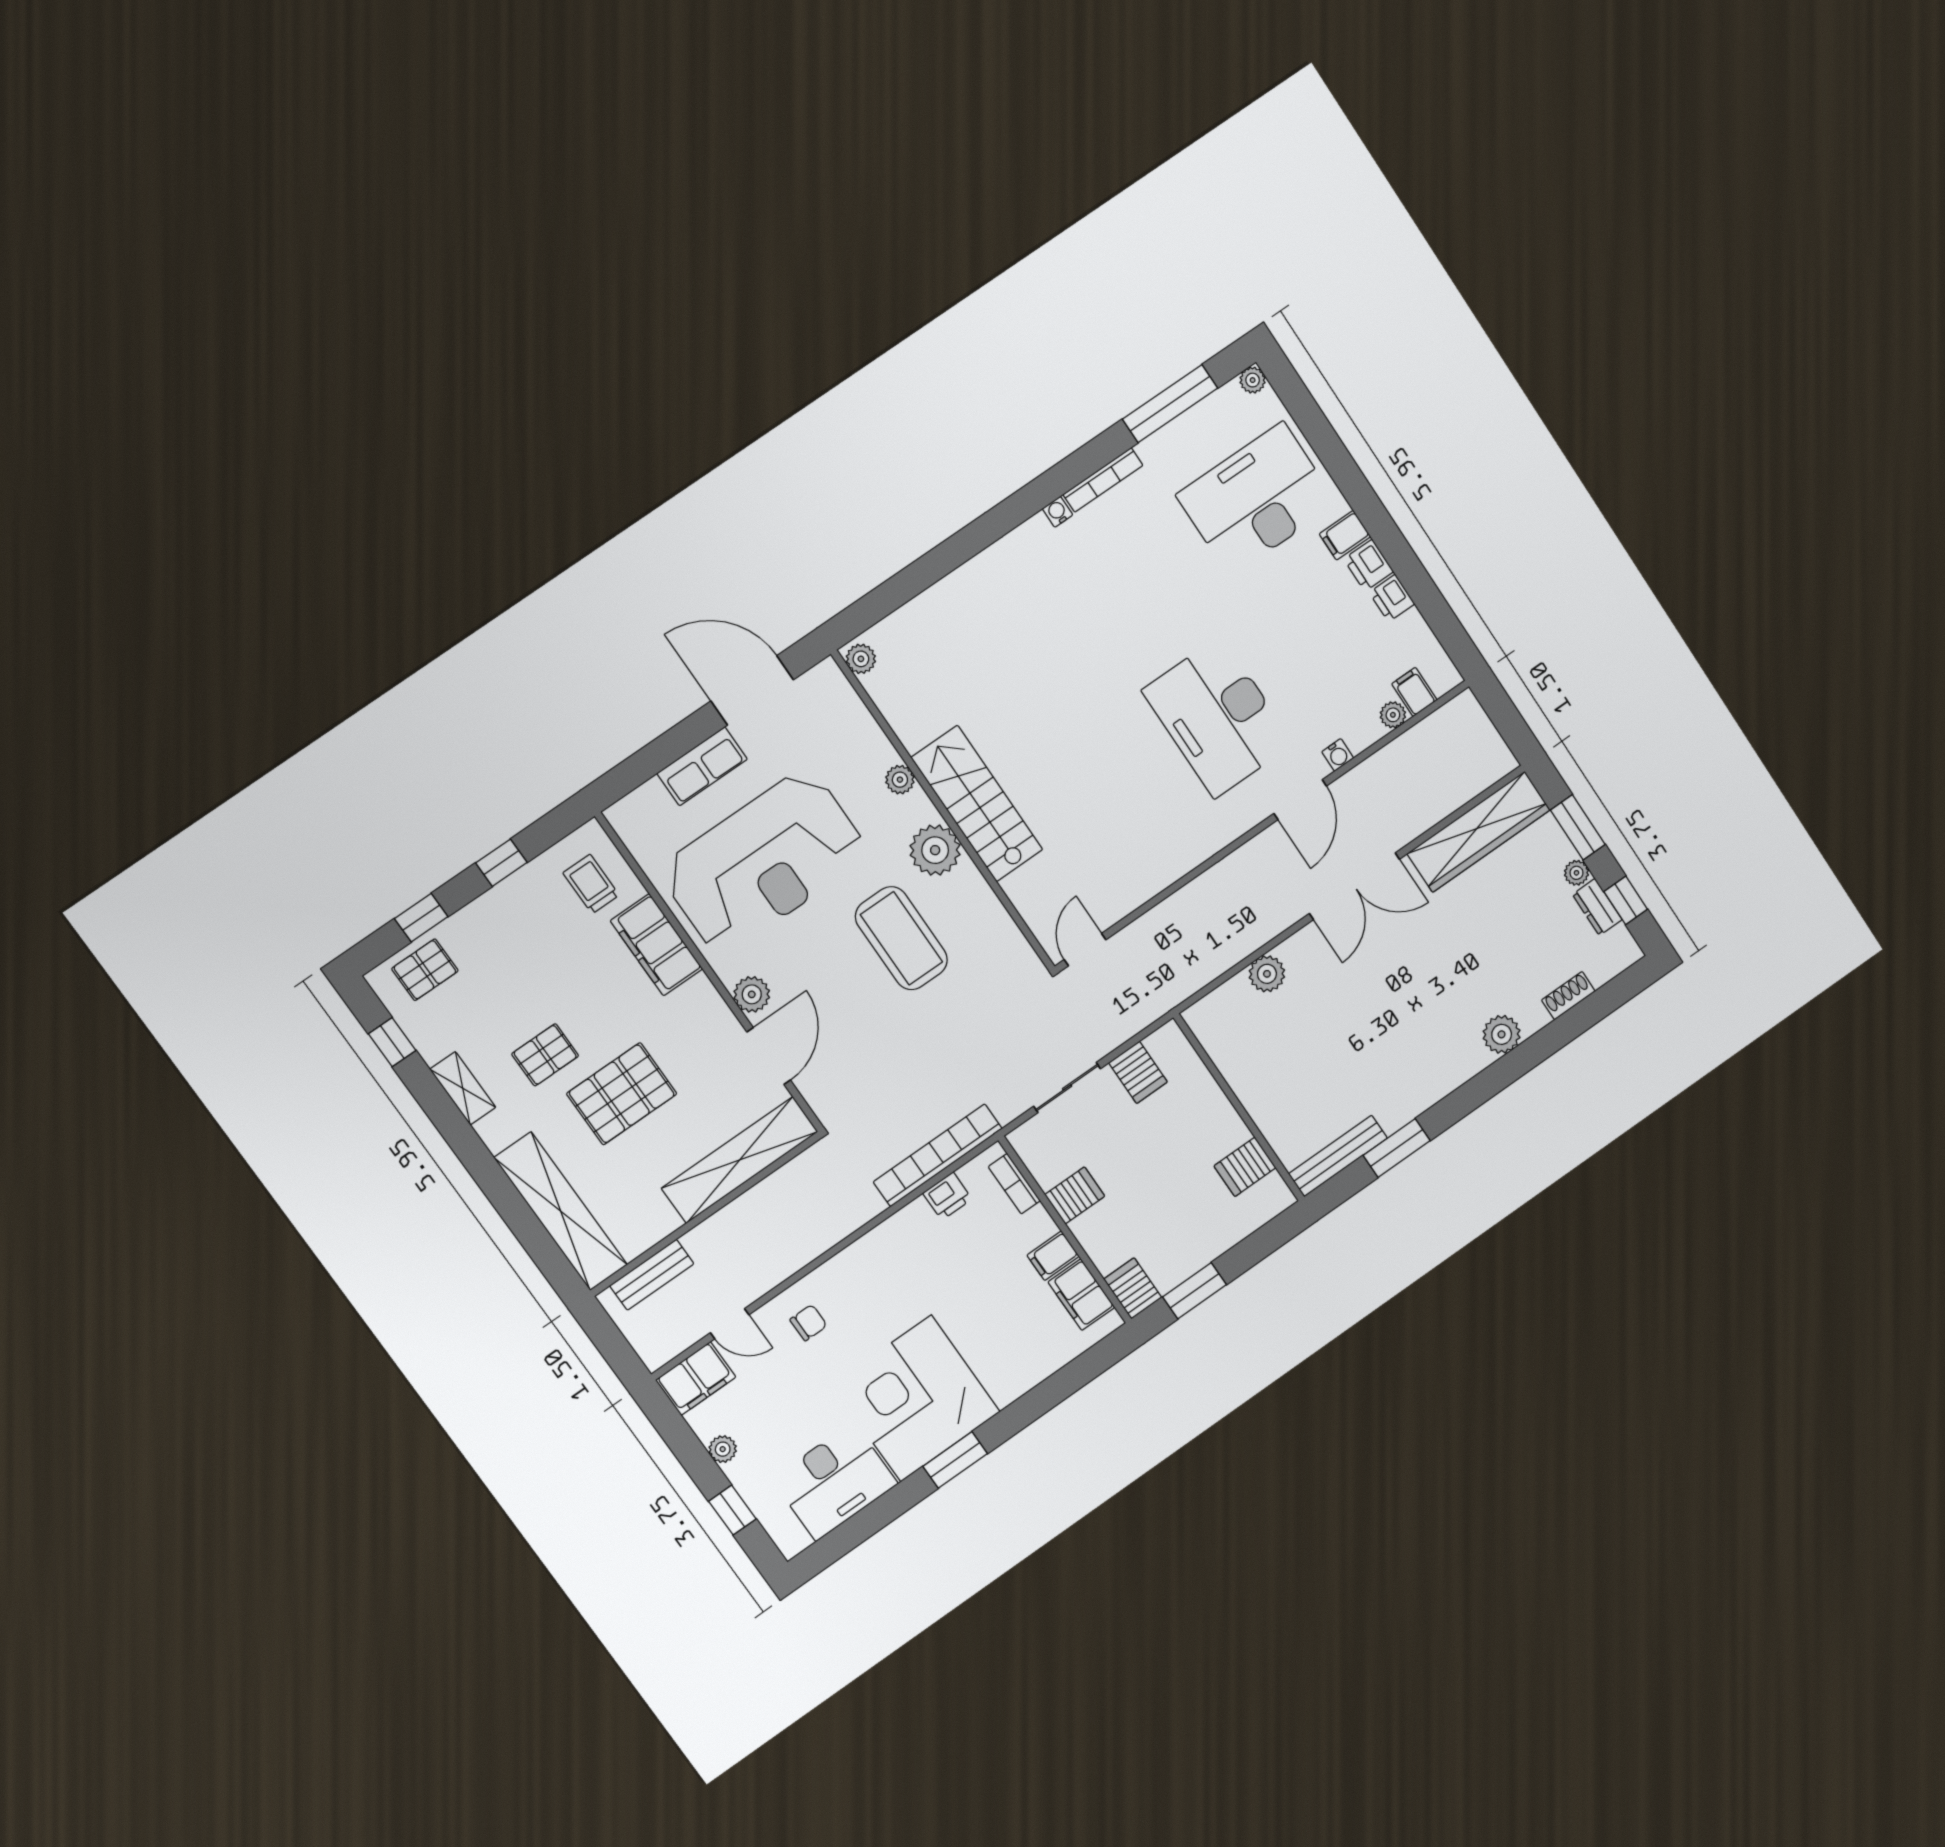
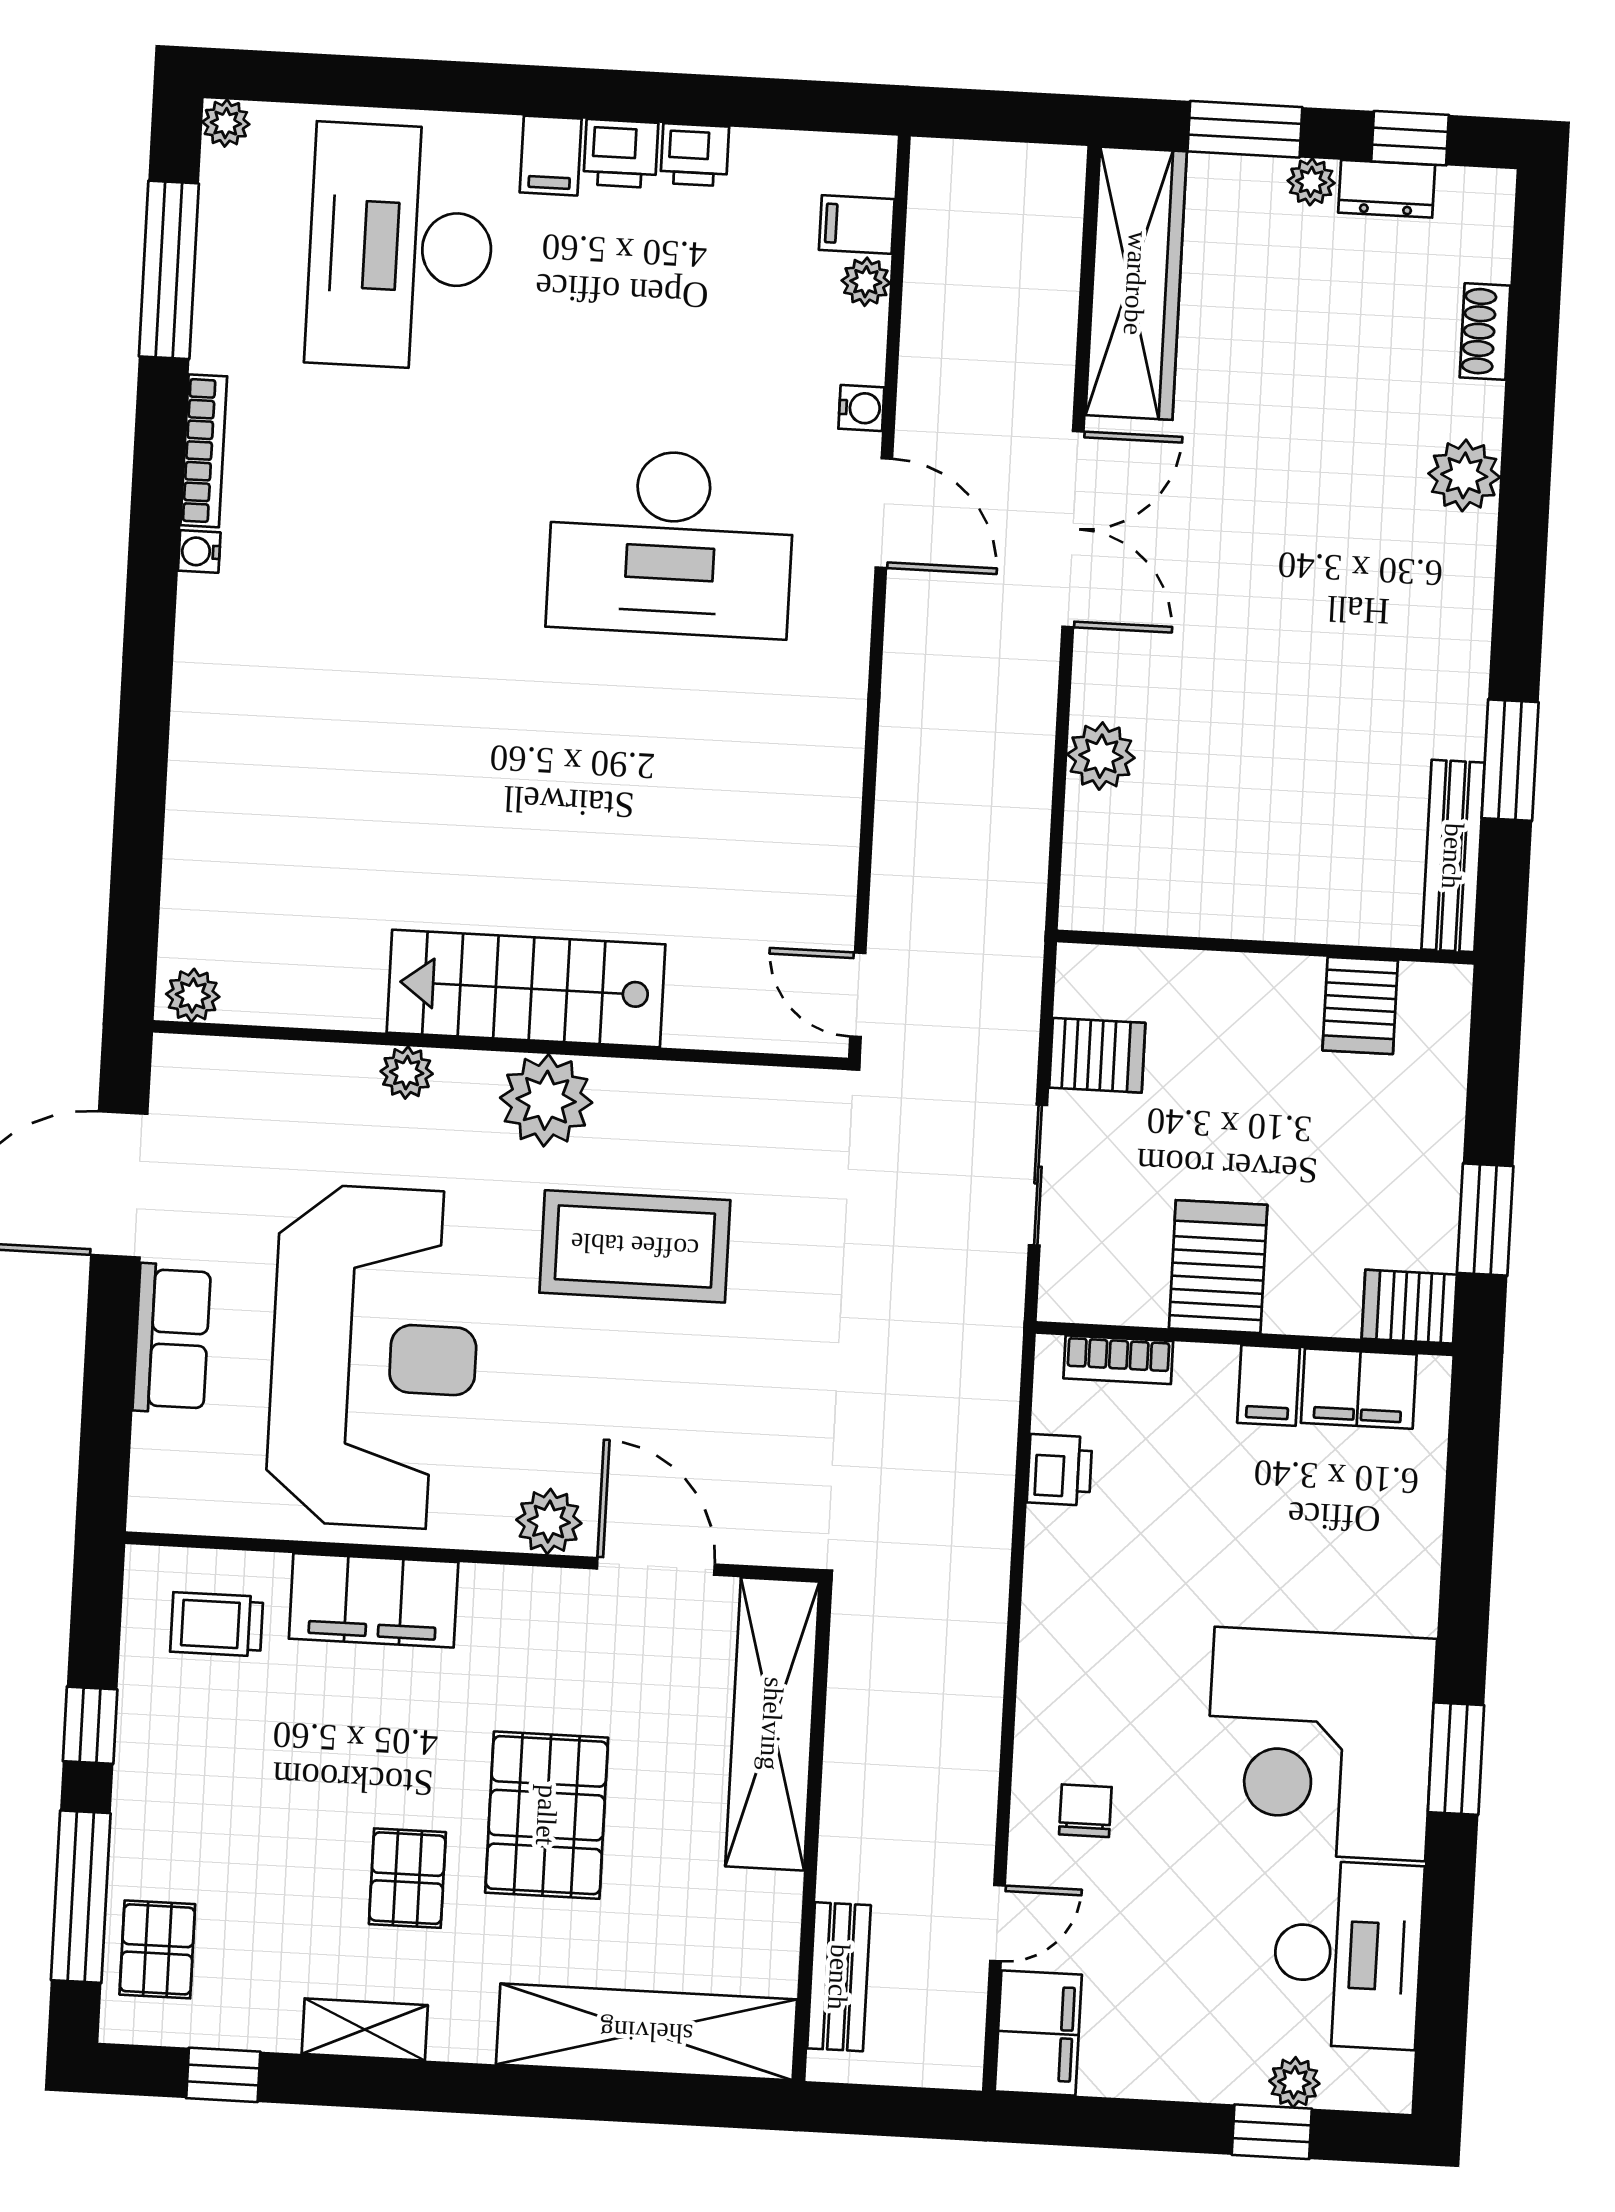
window: (421, 918) -> (81, 1897), width x2.17
bookcase: (938, 1155) -> (989, 1438), removed
server rack: (1075, 1195) -> (1218, 1267), width x1.36, depth x1.44
plant: (723, 1449) -> (1294, 2082), moved

